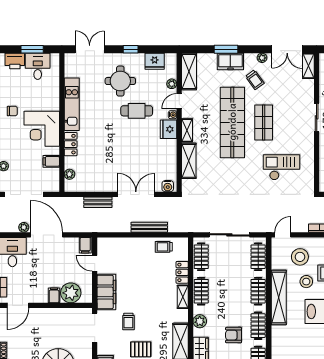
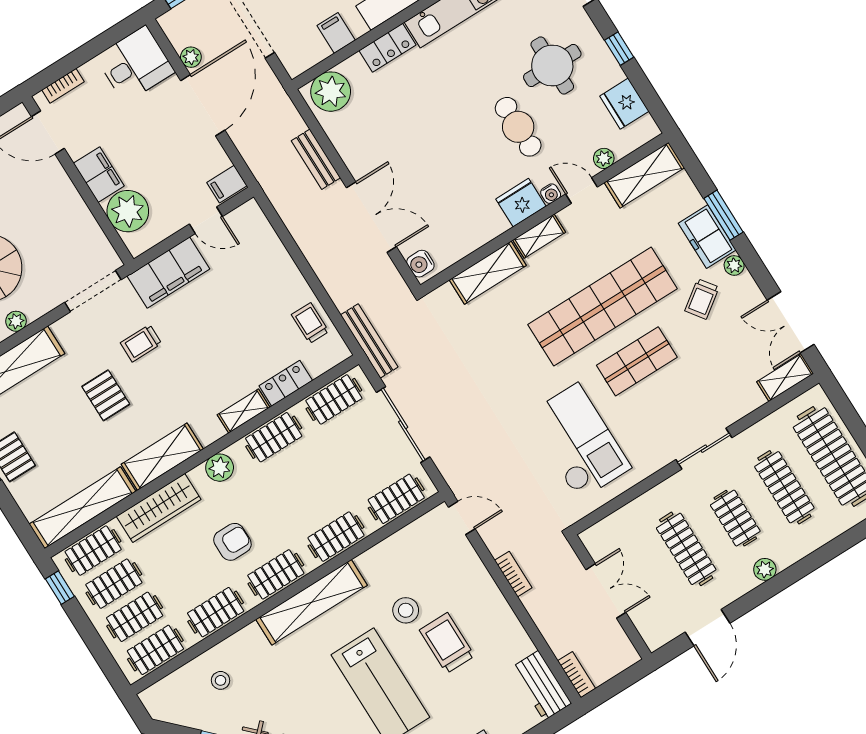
plant: (262, 58) -> (734, 265), moved
checkout: (282, 167) -> (578, 442), width x1.36, depth x1.21
plant: (69, 174) -> (331, 92), width x1.87, depth x1.87
bench: (149, 227) -> (369, 341), moved
stool: (300, 257) -> (442, 572), removed
door: (95, 263) -> (206, 220), swing flipped
filing cabinet: (54, 295) -> (99, 175), width x2.00
shelving: (279, 298) -> (312, 602), moved
armchair: (234, 335) -> (232, 542), turned 90

